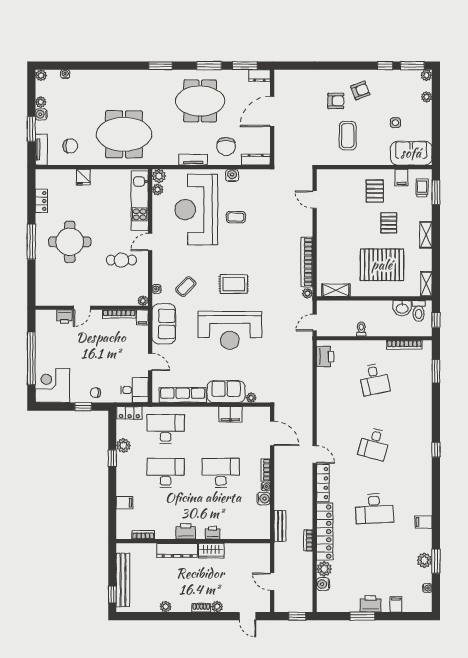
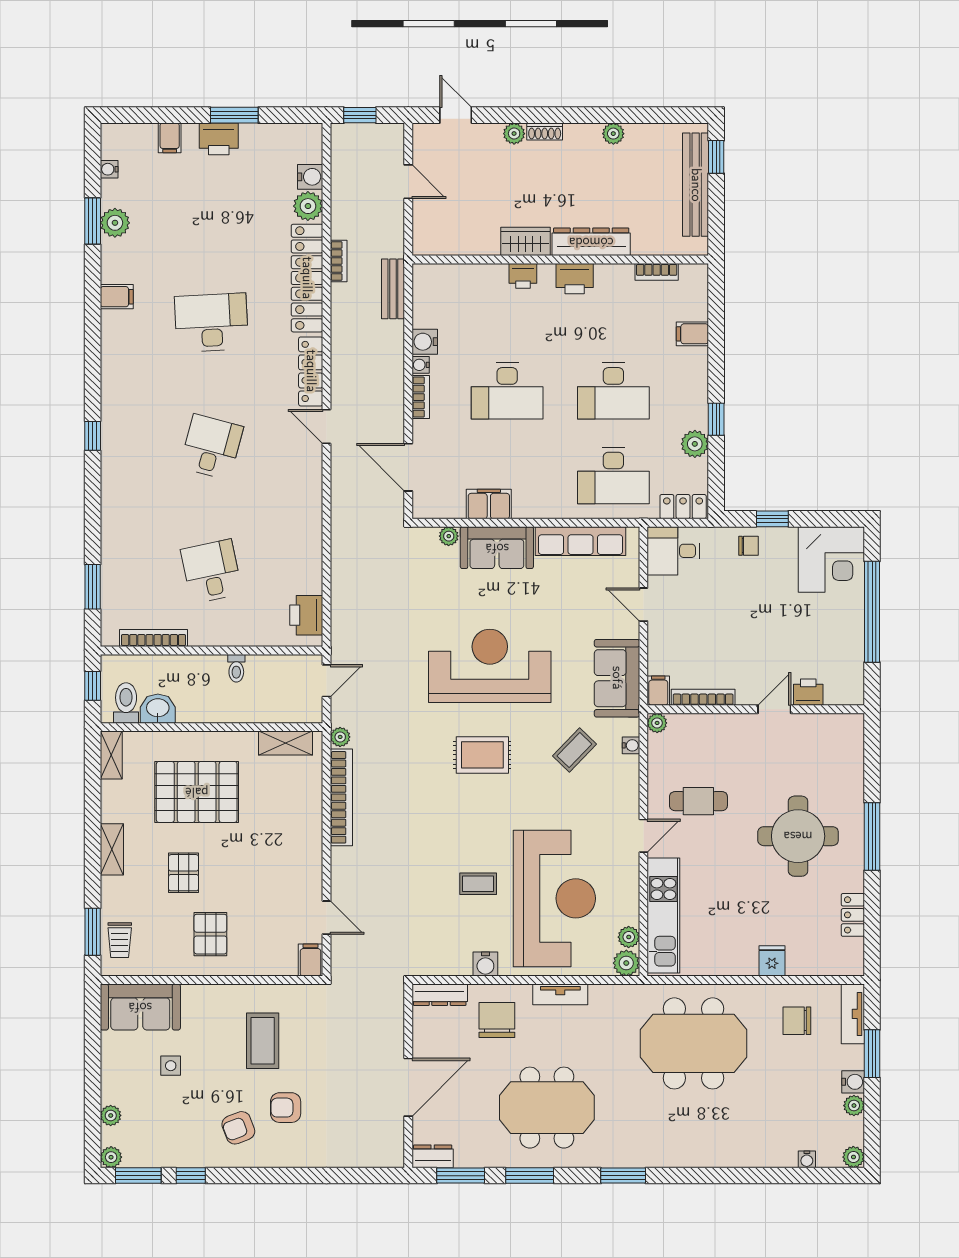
filing cabinet: (402, 178) -> (311, 960), moved

